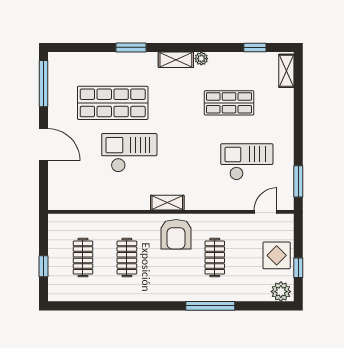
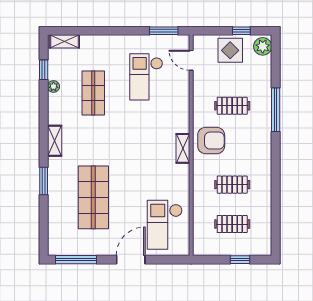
plant: (201, 59) -> (53, 86), moved
checkout: (129, 153) -> (165, 225), moved

